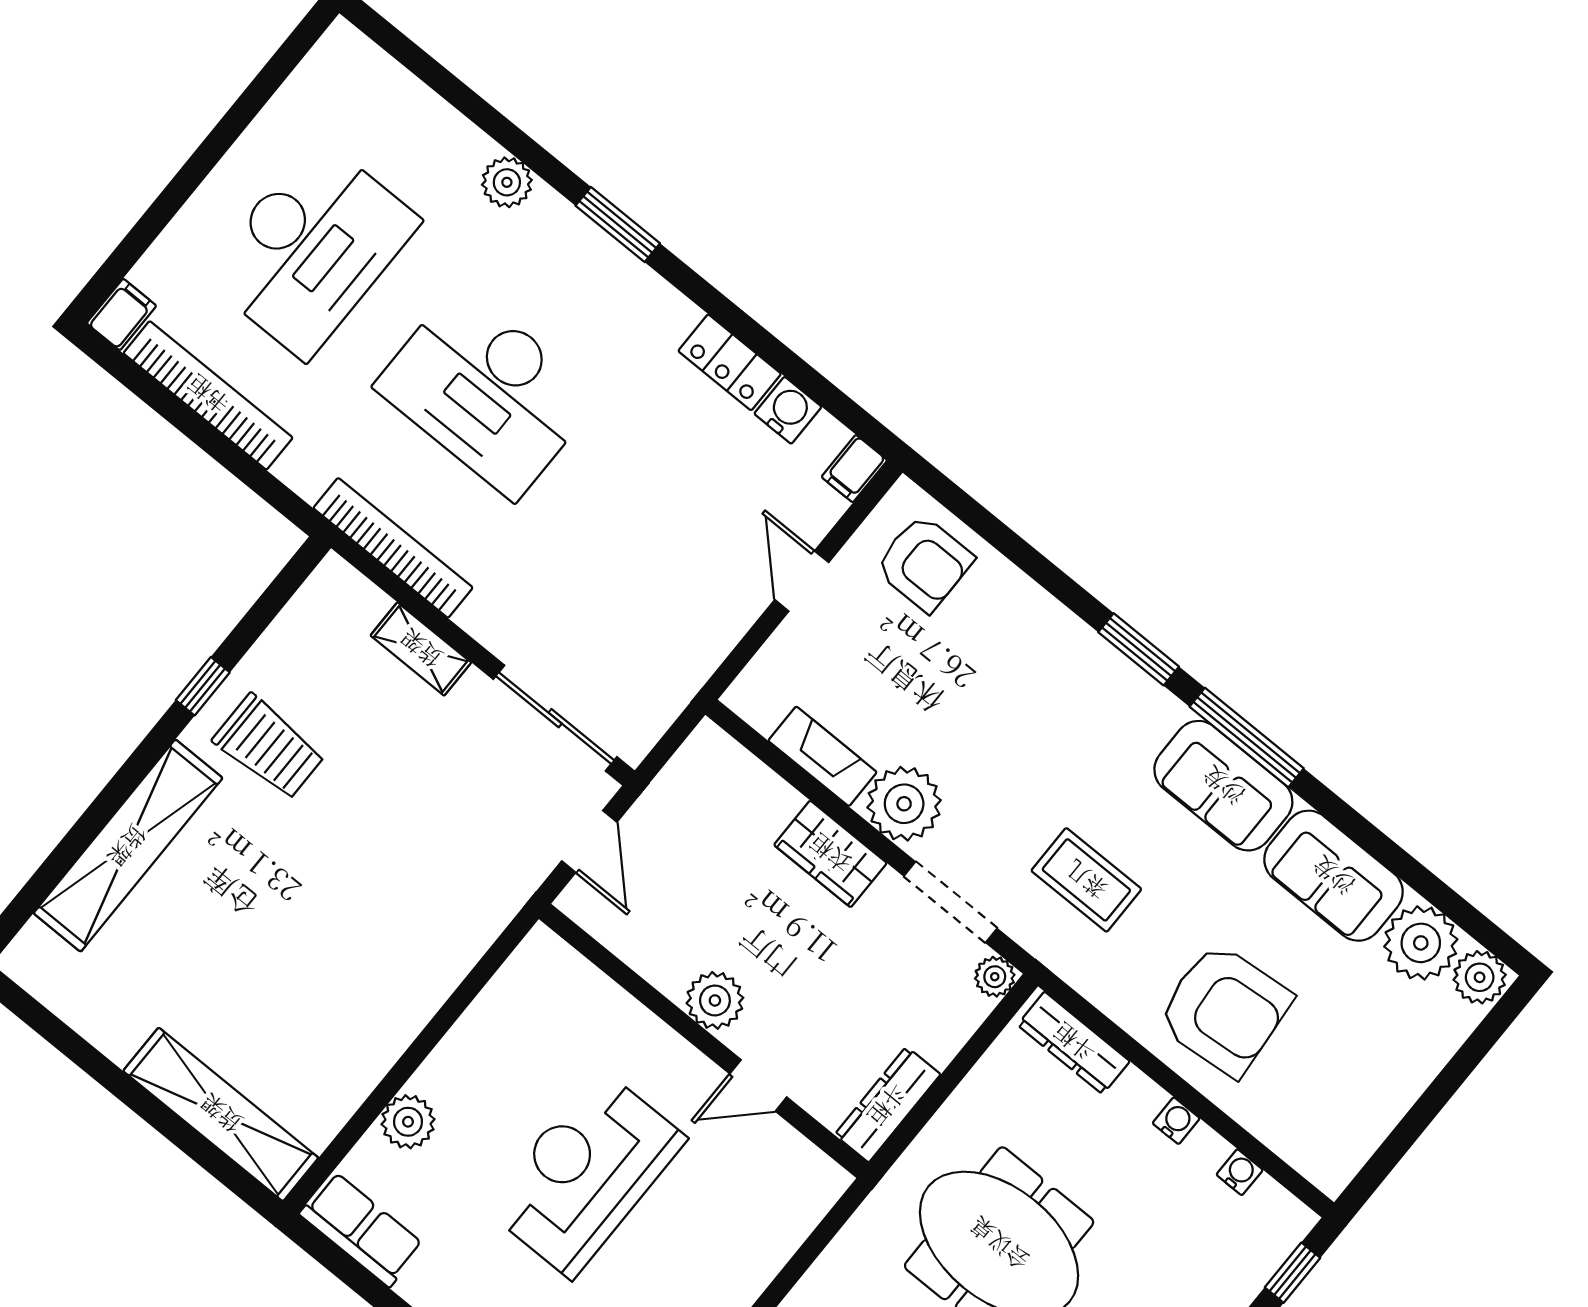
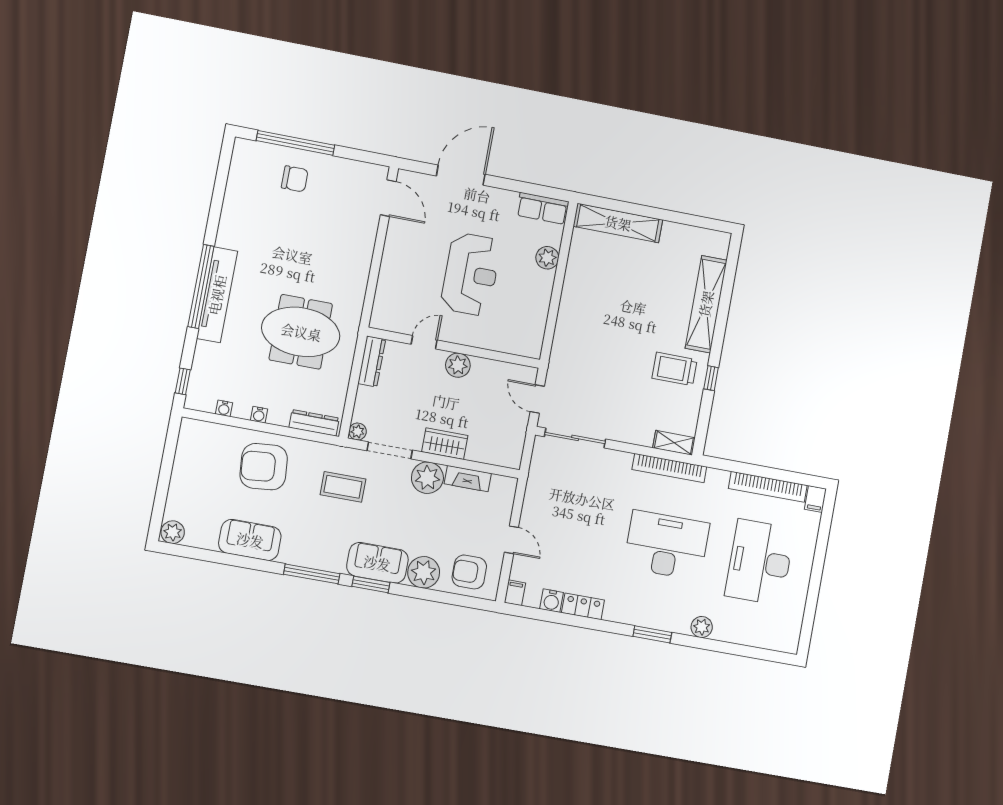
shelving: (421, 649) -> (674, 443), moved
sofa: (1223, 786) -> (377, 563), moved
plant: (1421, 943) -> (424, 572), moved

